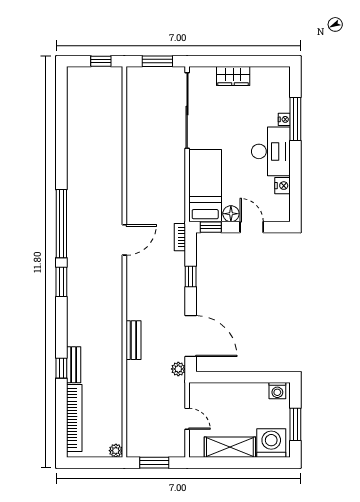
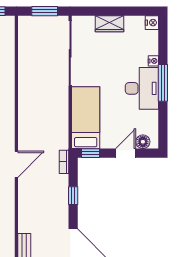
window: (295, 119) -> (163, 83), moved
nightstand: (283, 186) -> (152, 23), moved
floor lamp: (231, 214) -> (143, 142), moved
door: (252, 227) -> (126, 153), hinge flipped

